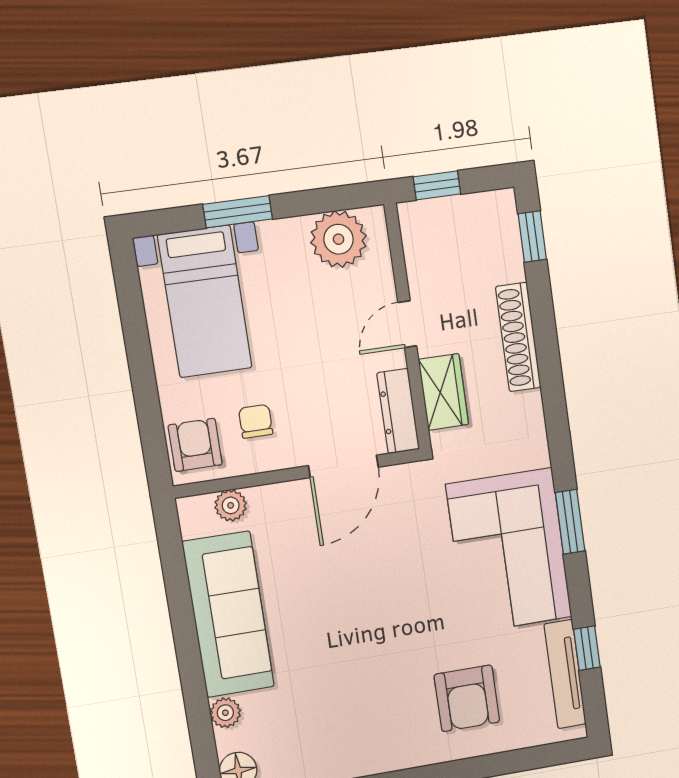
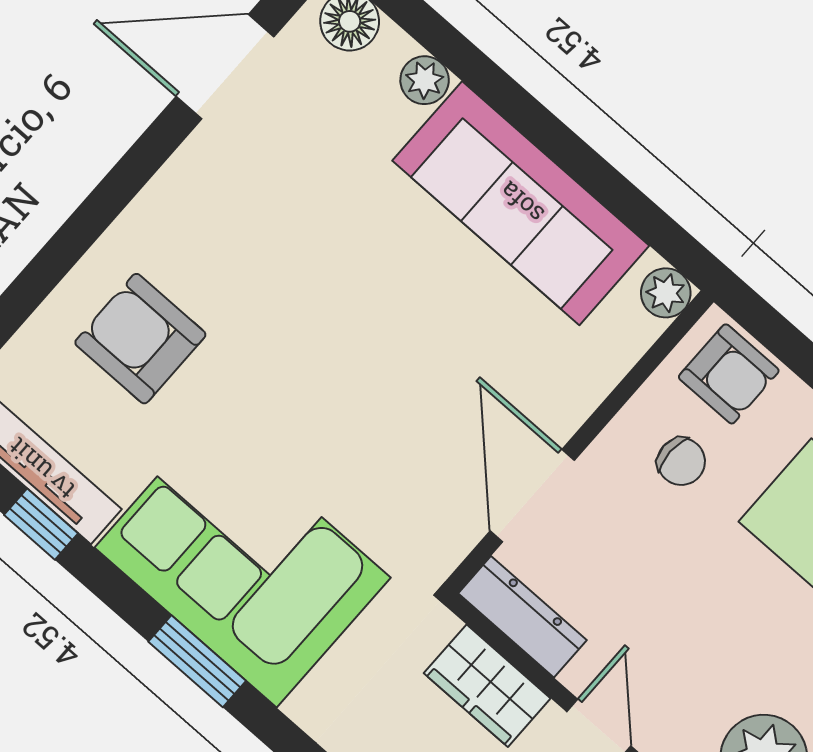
plant: (231, 505) -> (666, 293), moved

